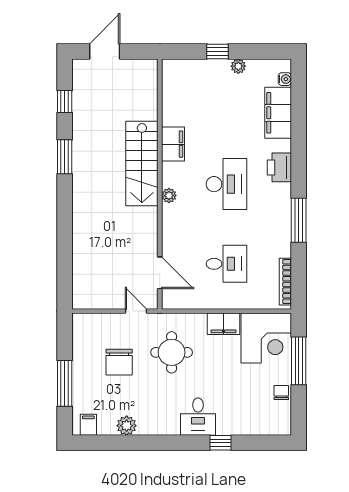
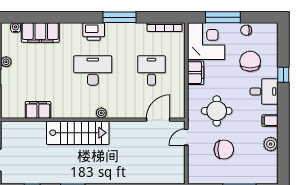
filing cabinet: (173, 144) -> (38, 110), moved
printer: (279, 167) -> (94, 32), moved
chair: (239, 398) -> (250, 61), added
filing cabinet: (88, 425) -> (270, 121), moved

